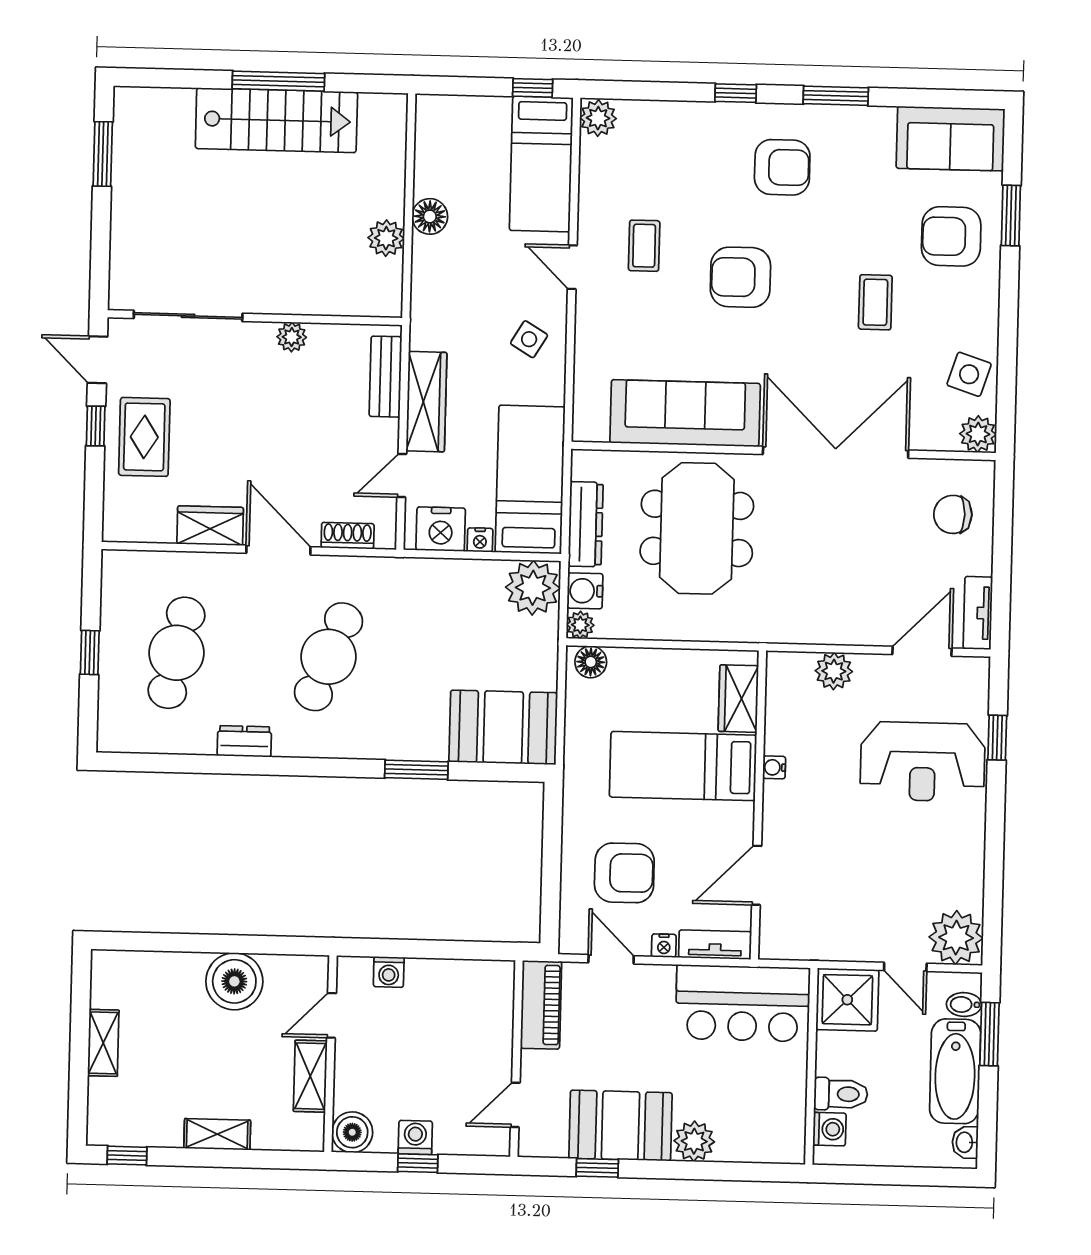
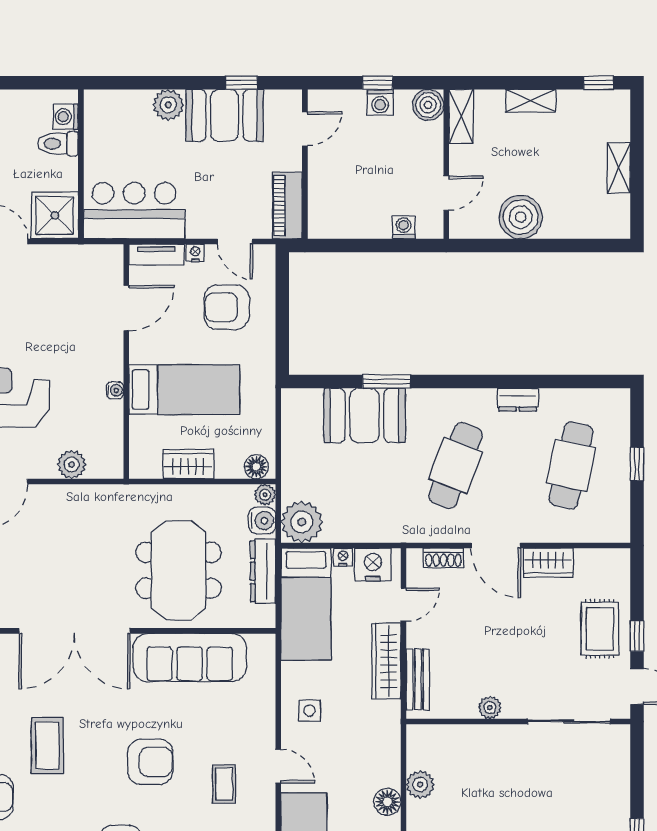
coffee table: (875, 302) -> (47, 746), width x1.36, depth x1.30
side table: (529, 339) -> (310, 711), turned -31
wardrobe: (738, 699) -> (188, 464), moved, turned -90
booth: (503, 727) -> (365, 415), moved
shelving: (310, 1076) -> (461, 116), moved

